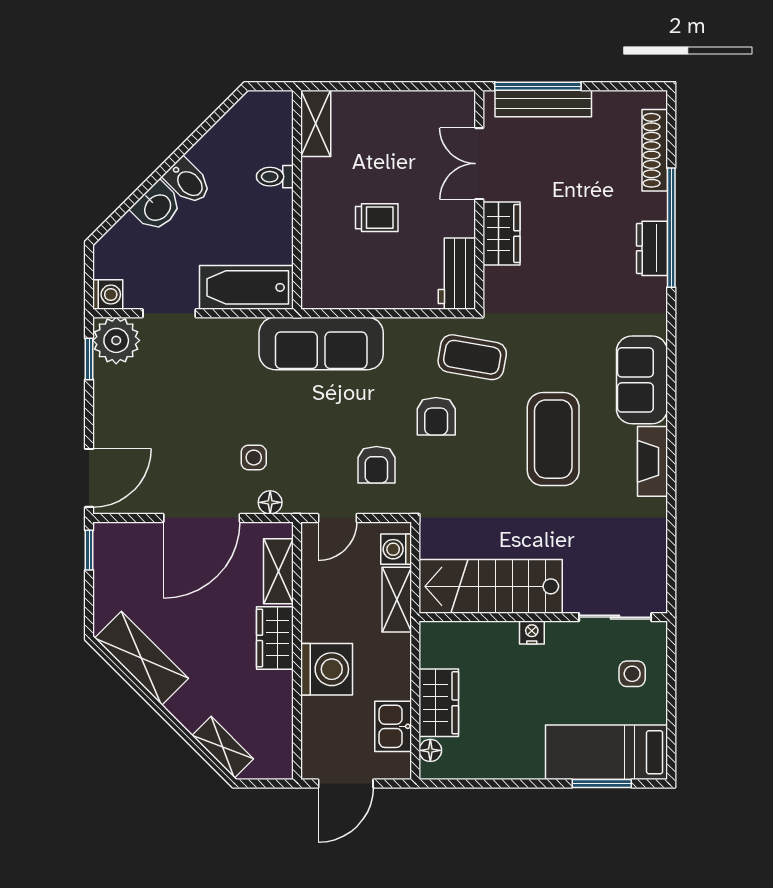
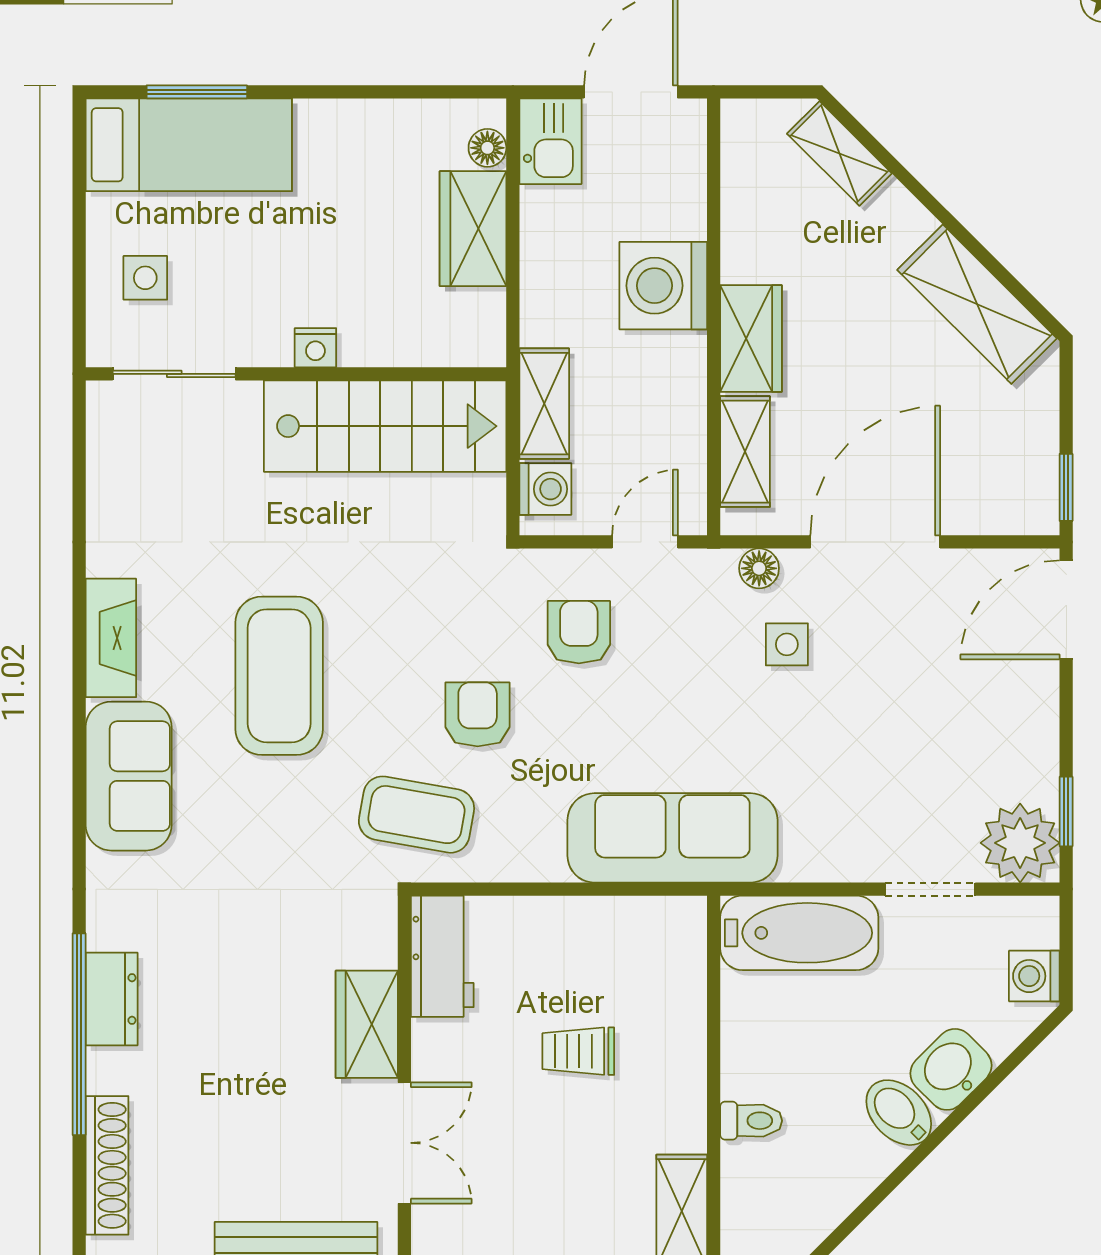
washing machine: (108, 295) -> (1034, 976), moved
kitchen sink: (393, 726) -> (550, 141), moved

